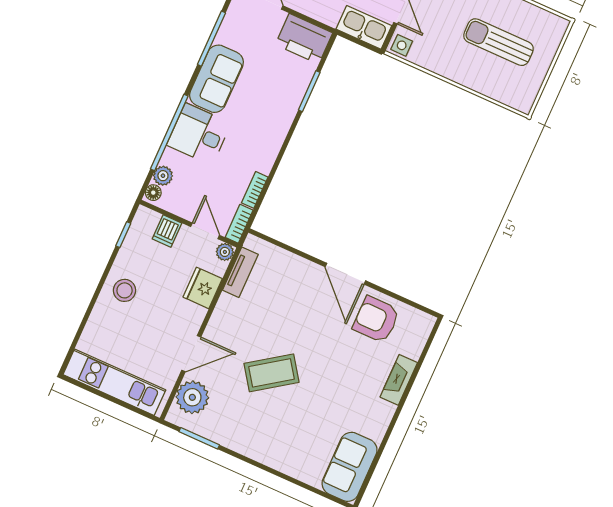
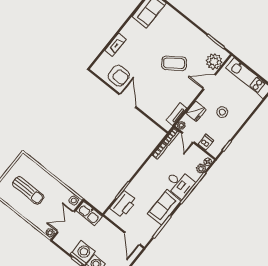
printer: (304, 39) -> (123, 204), moved, turned 90
stool: (125, 290) -> (222, 112), moved

